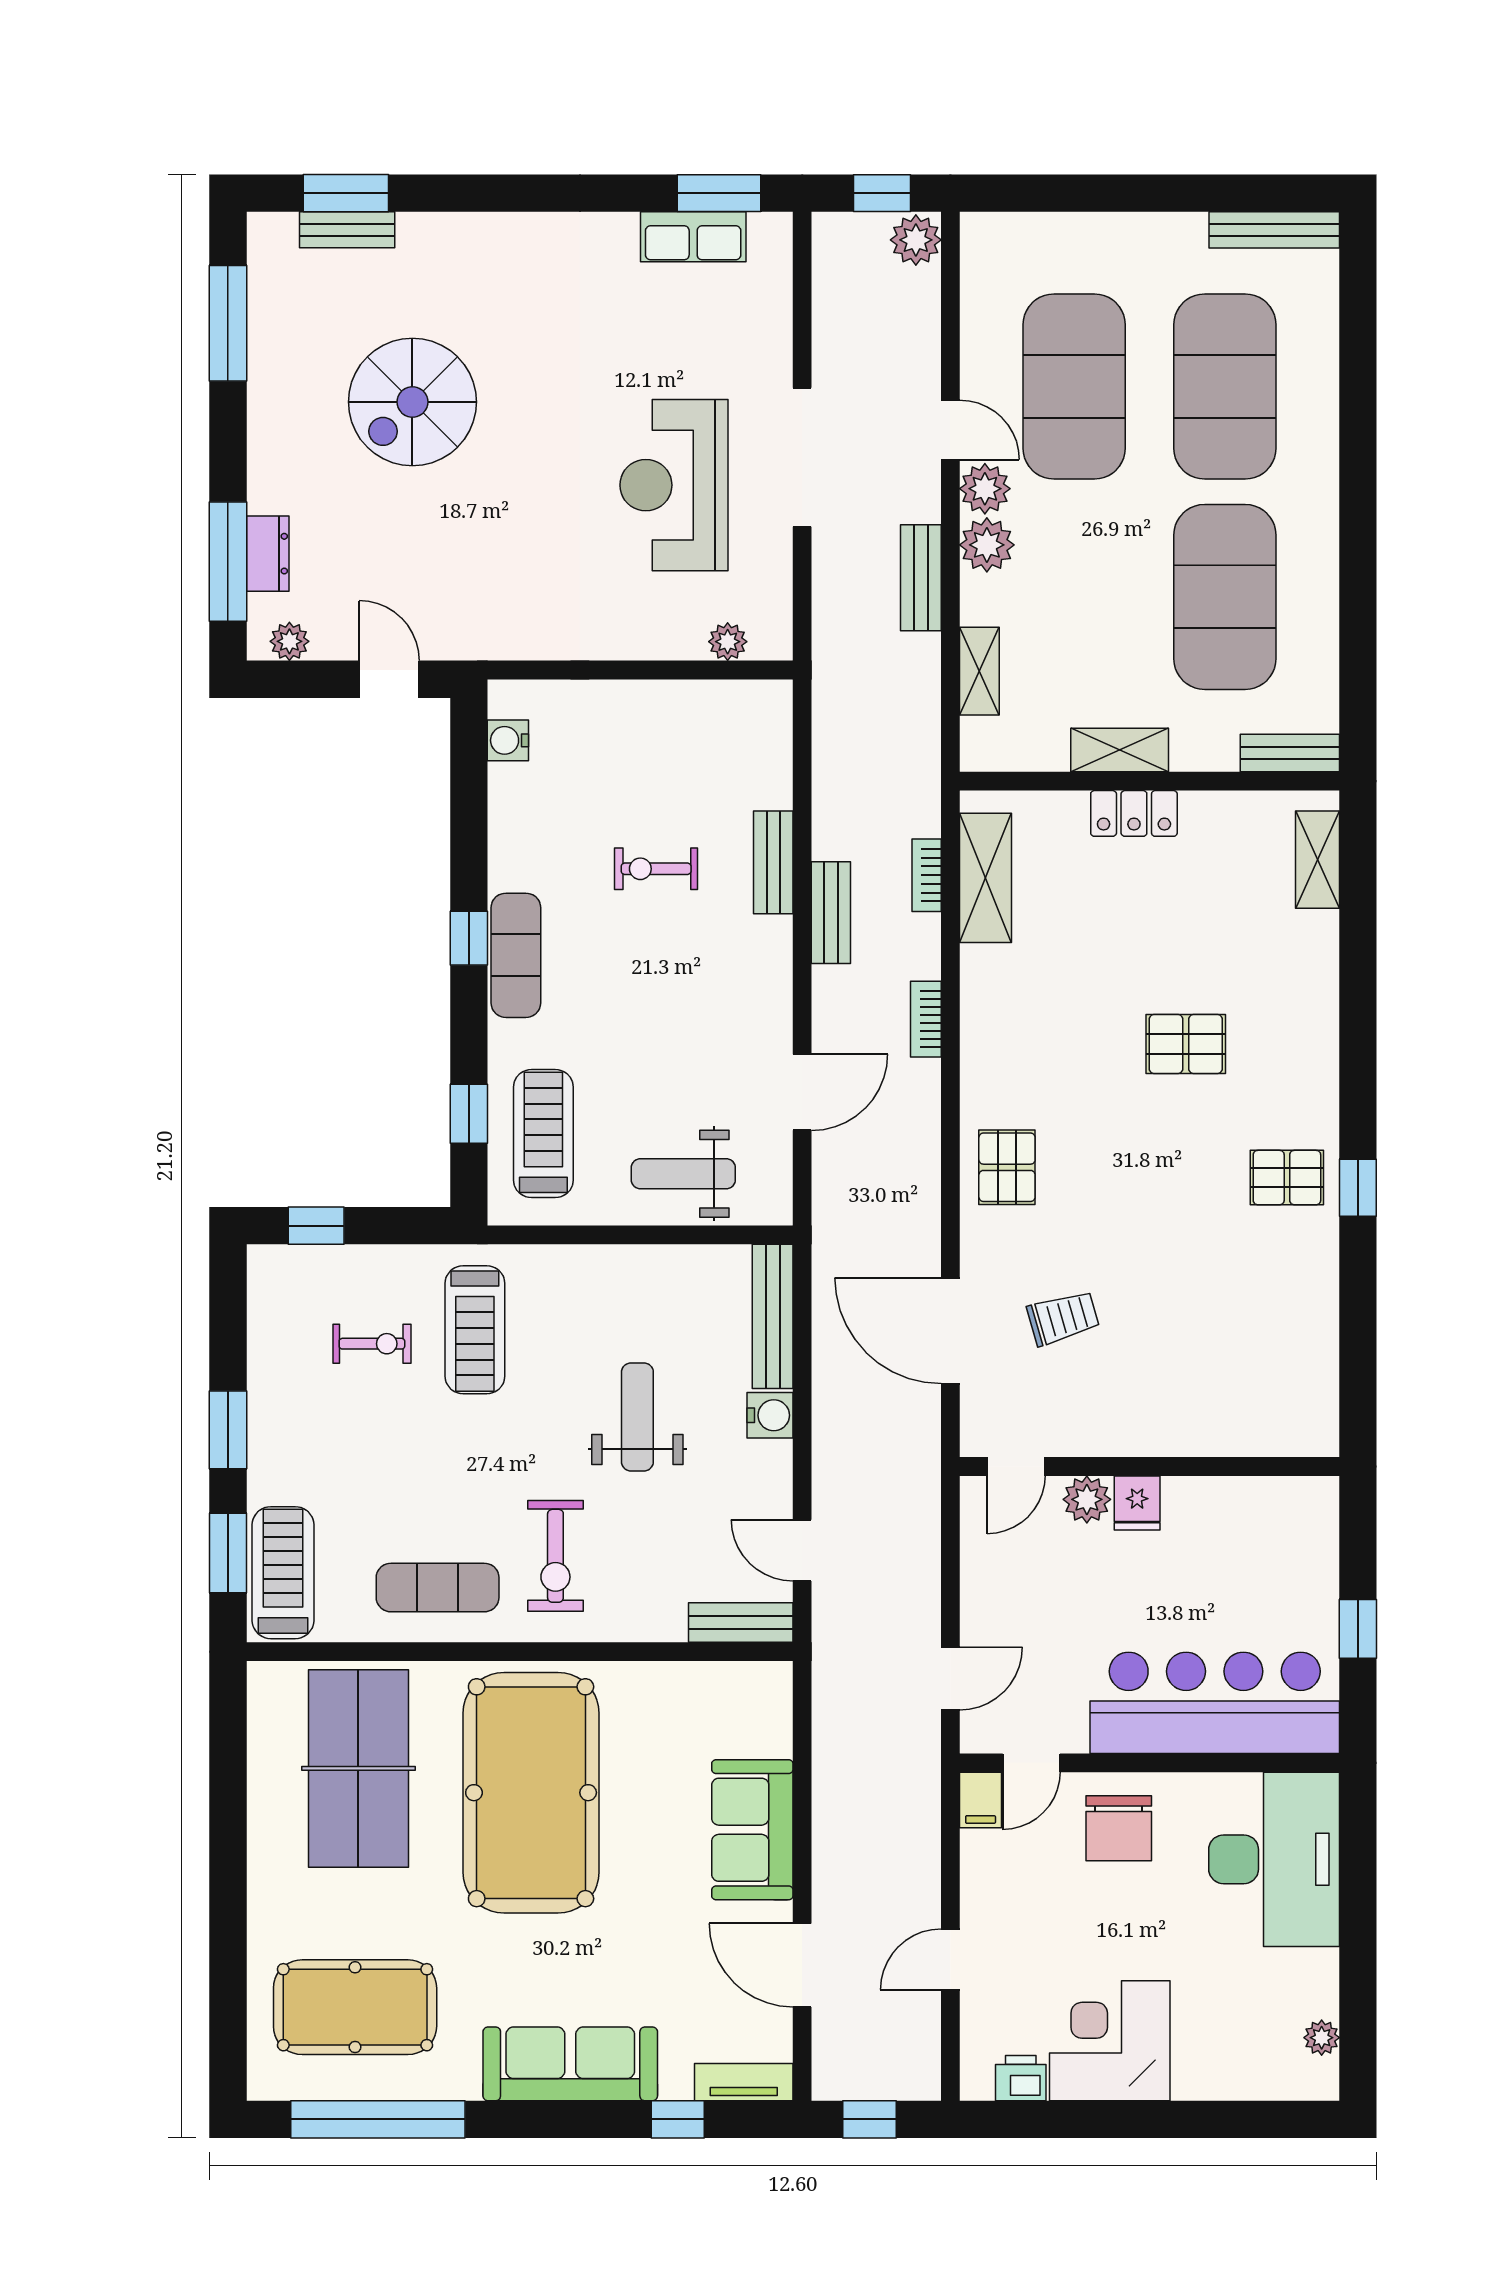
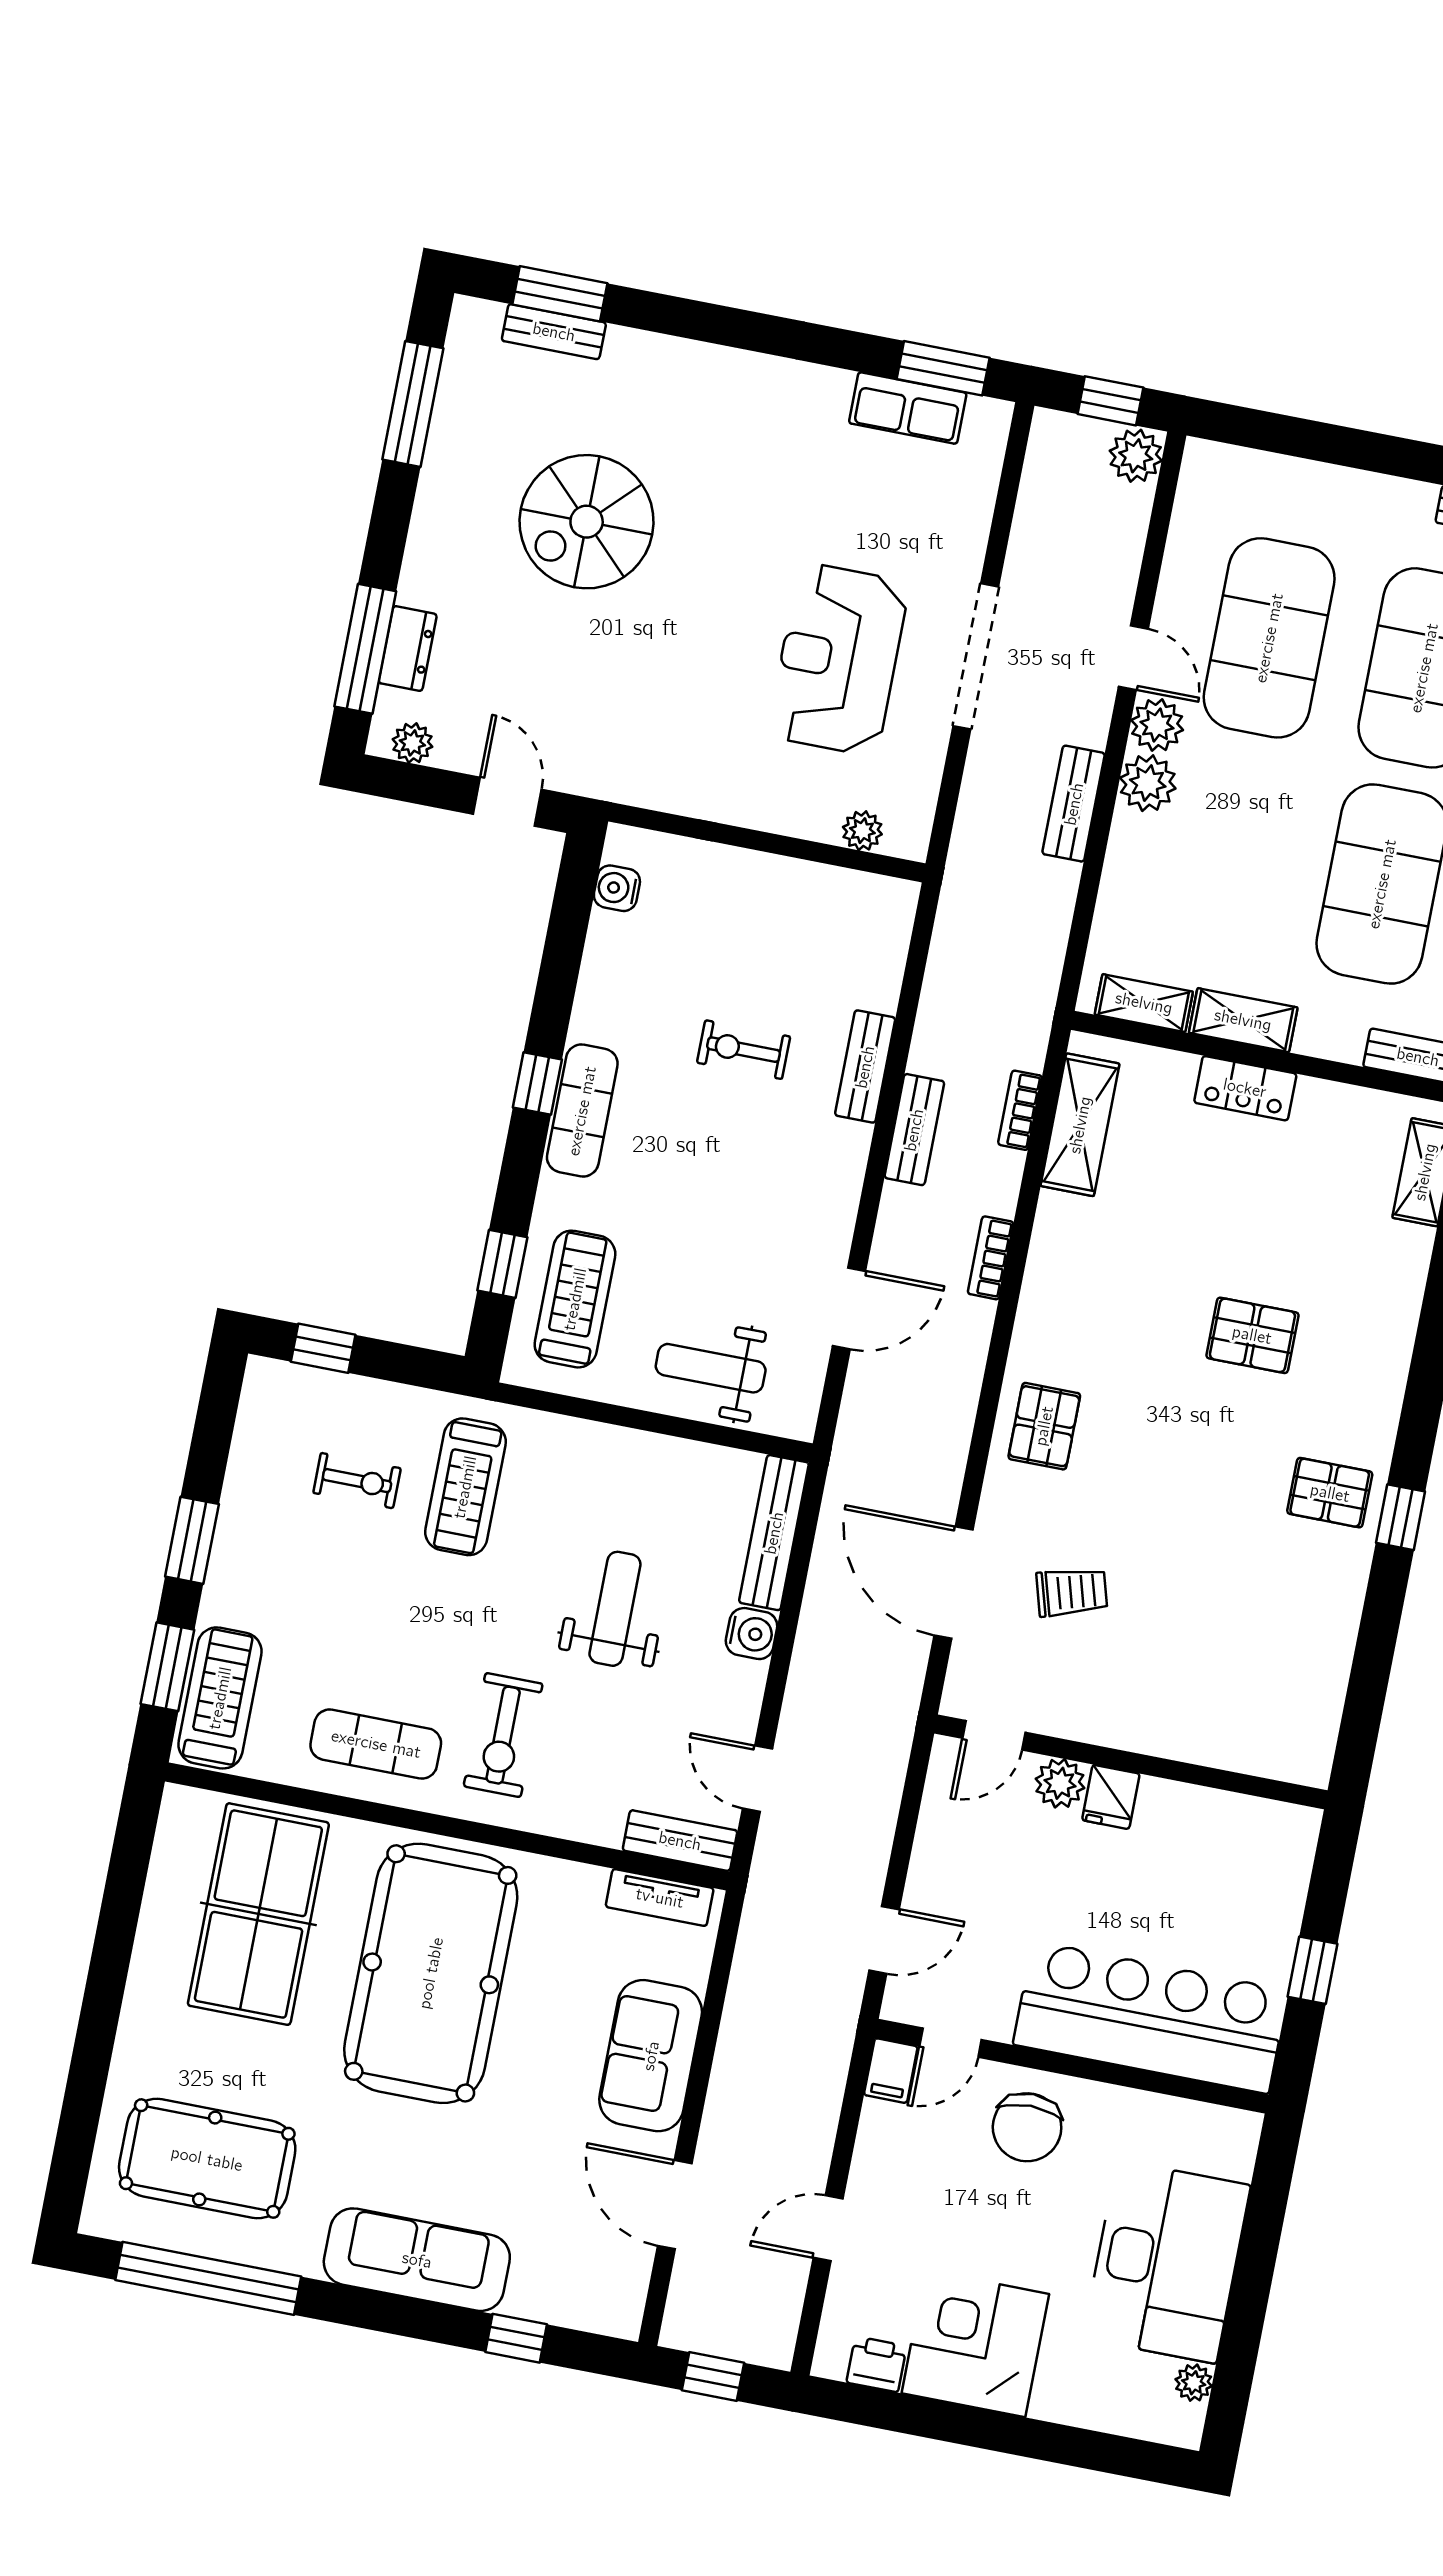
shelving: (979, 671) -> (1144, 1003), moved, turned 90
desk: (1274, 1859) -> (1167, 2262), moved
tv unit: (744, 2082) -> (660, 1898), moved, turned 180

